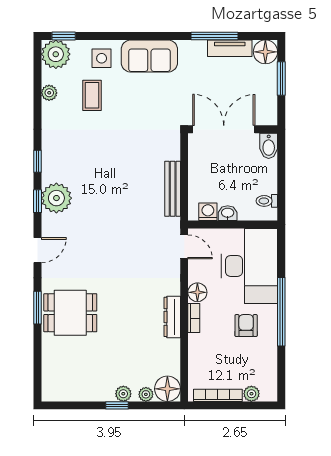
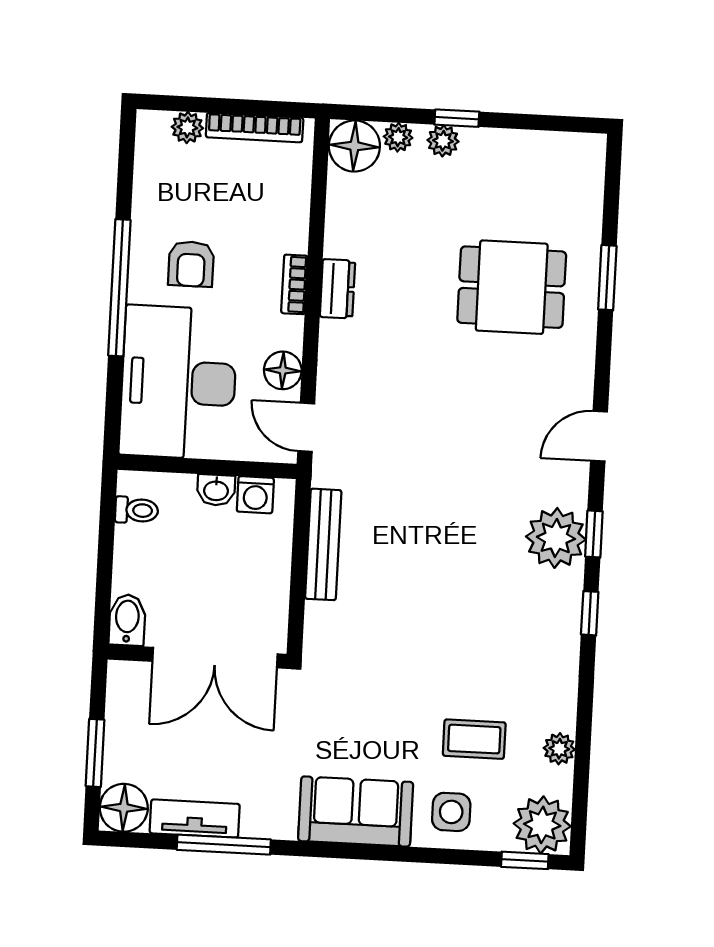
coffee table: (92, 95) -> (474, 739), turned 90
floor lamp: (197, 292) -> (283, 370), moved
window: (38, 308) -> (607, 278), moved
dining table: (70, 313) -> (512, 287), moved
dresser: (172, 317) -> (337, 289), width x0.70

